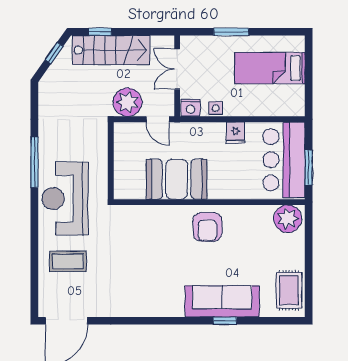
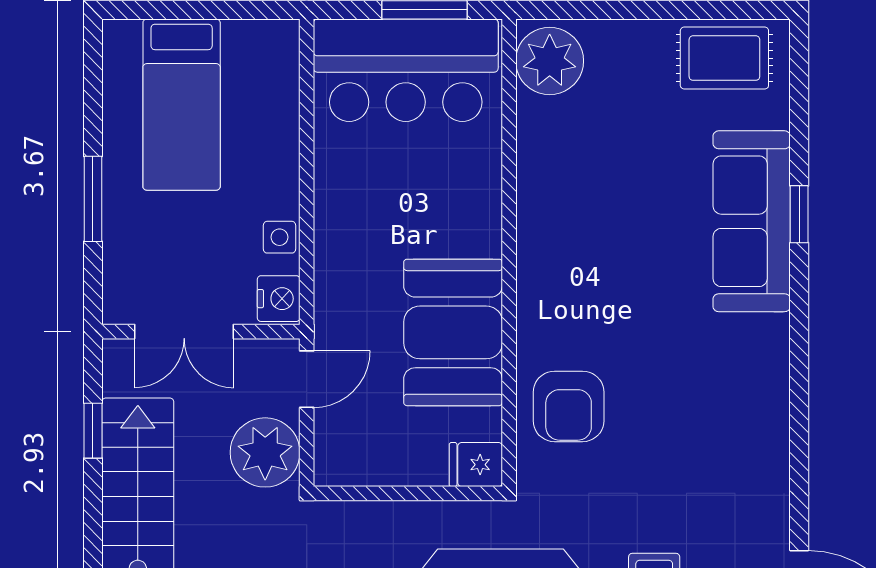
window: (100, 32) -> (93, 431), moved
fridge: (235, 133) -> (476, 465), moved, turned 180
armchair: (207, 227) -> (569, 406), moved, turned 90

